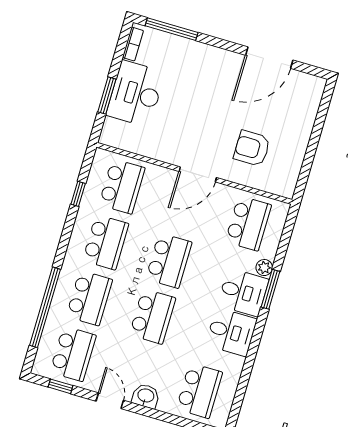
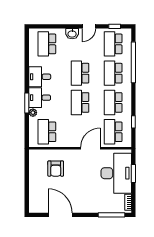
door: (269, 58) -> (60, 215), hinge flipped
desk: (136, 94) -> (116, 173), width x1.36, depth x1.30
armchair: (252, 148) -> (56, 169), turned 90
door: (198, 174) -> (90, 148), moved
door: (110, 401) -> (89, 26), hinge flipped

